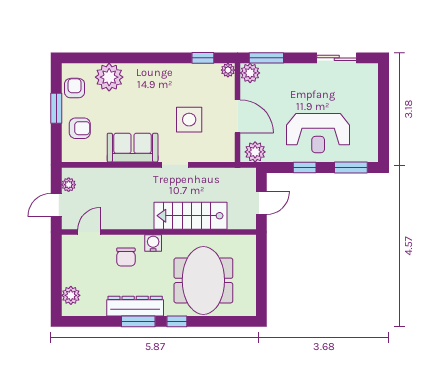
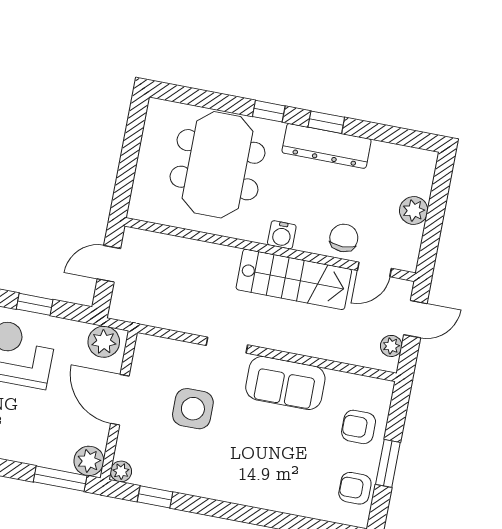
plant: (109, 77) -> (300, 495), removed
armchair: (75, 88) -> (355, 488), turned 90
stairs: (190, 216) -> (294, 279), moved
chair: (126, 257) -> (344, 238), moved
plant: (71, 295) -> (414, 211), moved
window: (138, 321) -> (326, 122), width x0.67

